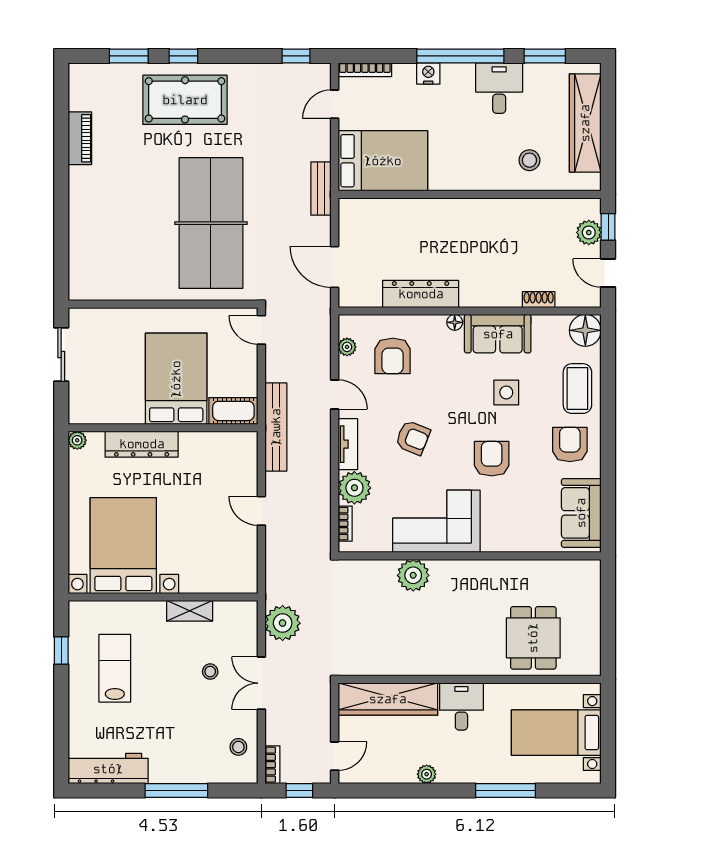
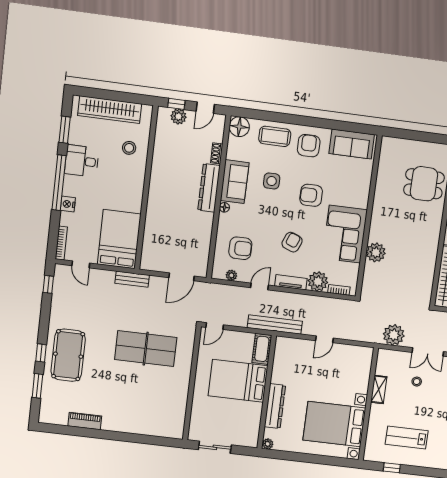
table tennis table: (211, 223) -> (146, 349), width x0.73, depth x0.76
dresser: (421, 294) -> (209, 188), moved
armchair: (570, 444) -> (309, 146), turned 90

